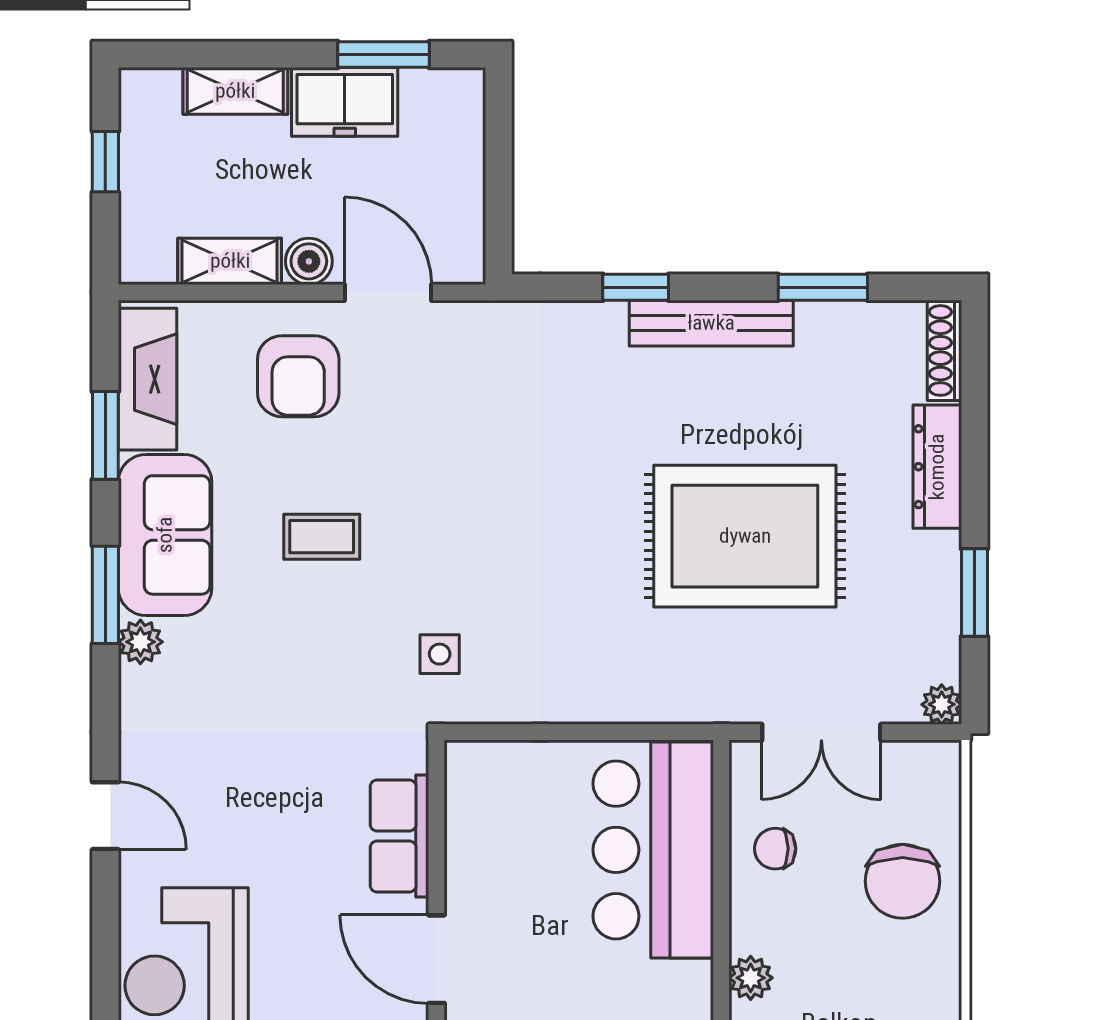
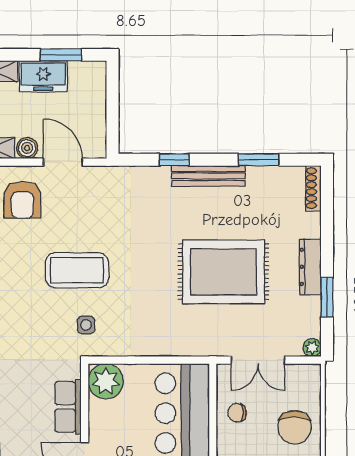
dresser: (937, 467) -> (310, 267), moved
coffee table: (322, 537) -> (77, 270), moved, width x1.86, depth x1.72
plant: (483, 779) -> (106, 381), added

